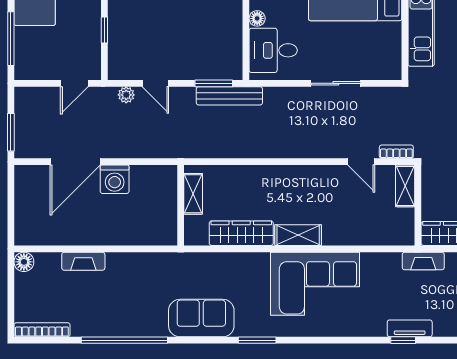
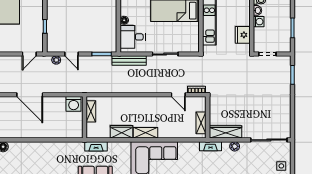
bench: (229, 96) -> (129, 61), moved
door: (75, 162) -> (30, 95), hinge flipped
washing machine: (115, 179) -> (74, 104), moved
shelving: (405, 186) -> (201, 123), moved
wardrobe: (241, 233) -> (121, 132), width x0.67
fireplace: (83, 261) -> (96, 146), moved

